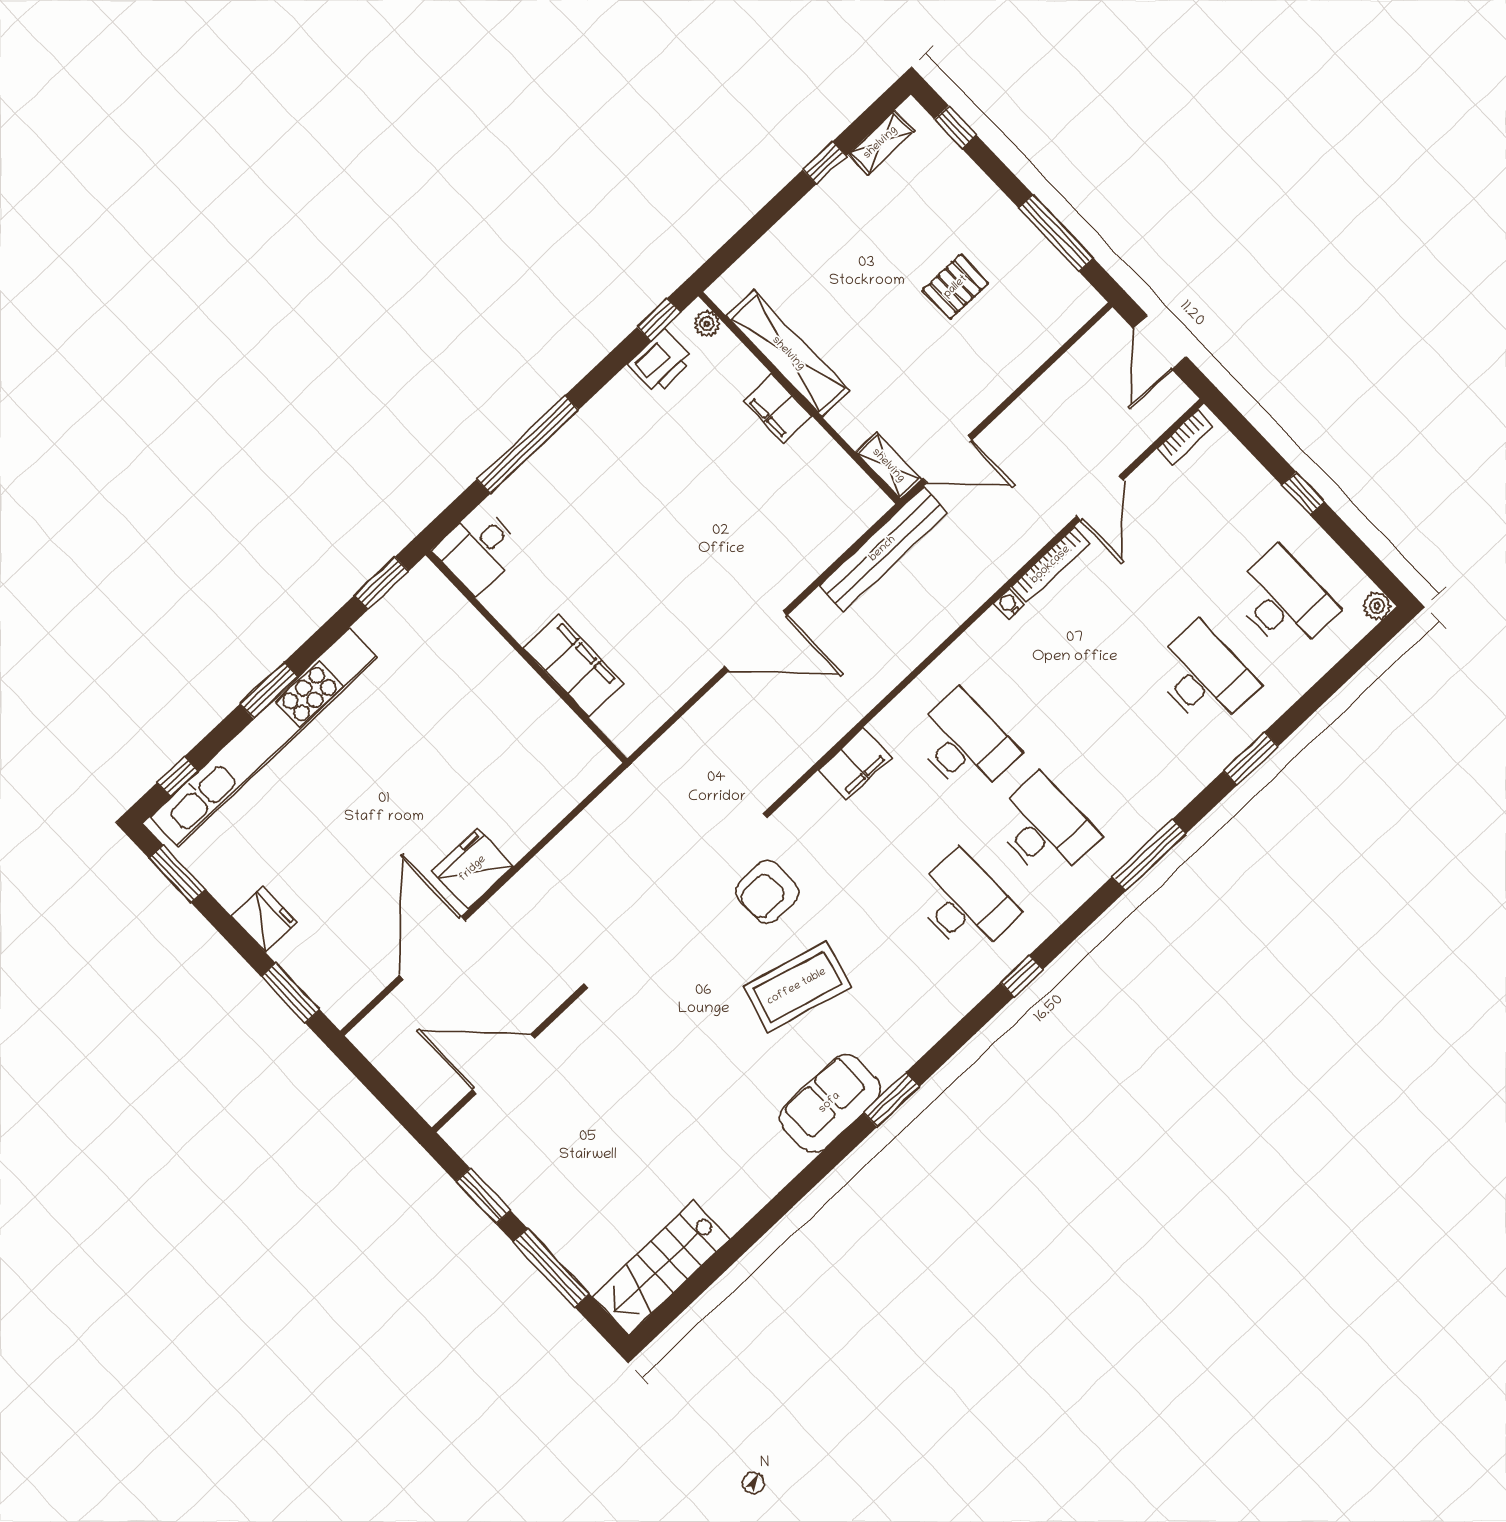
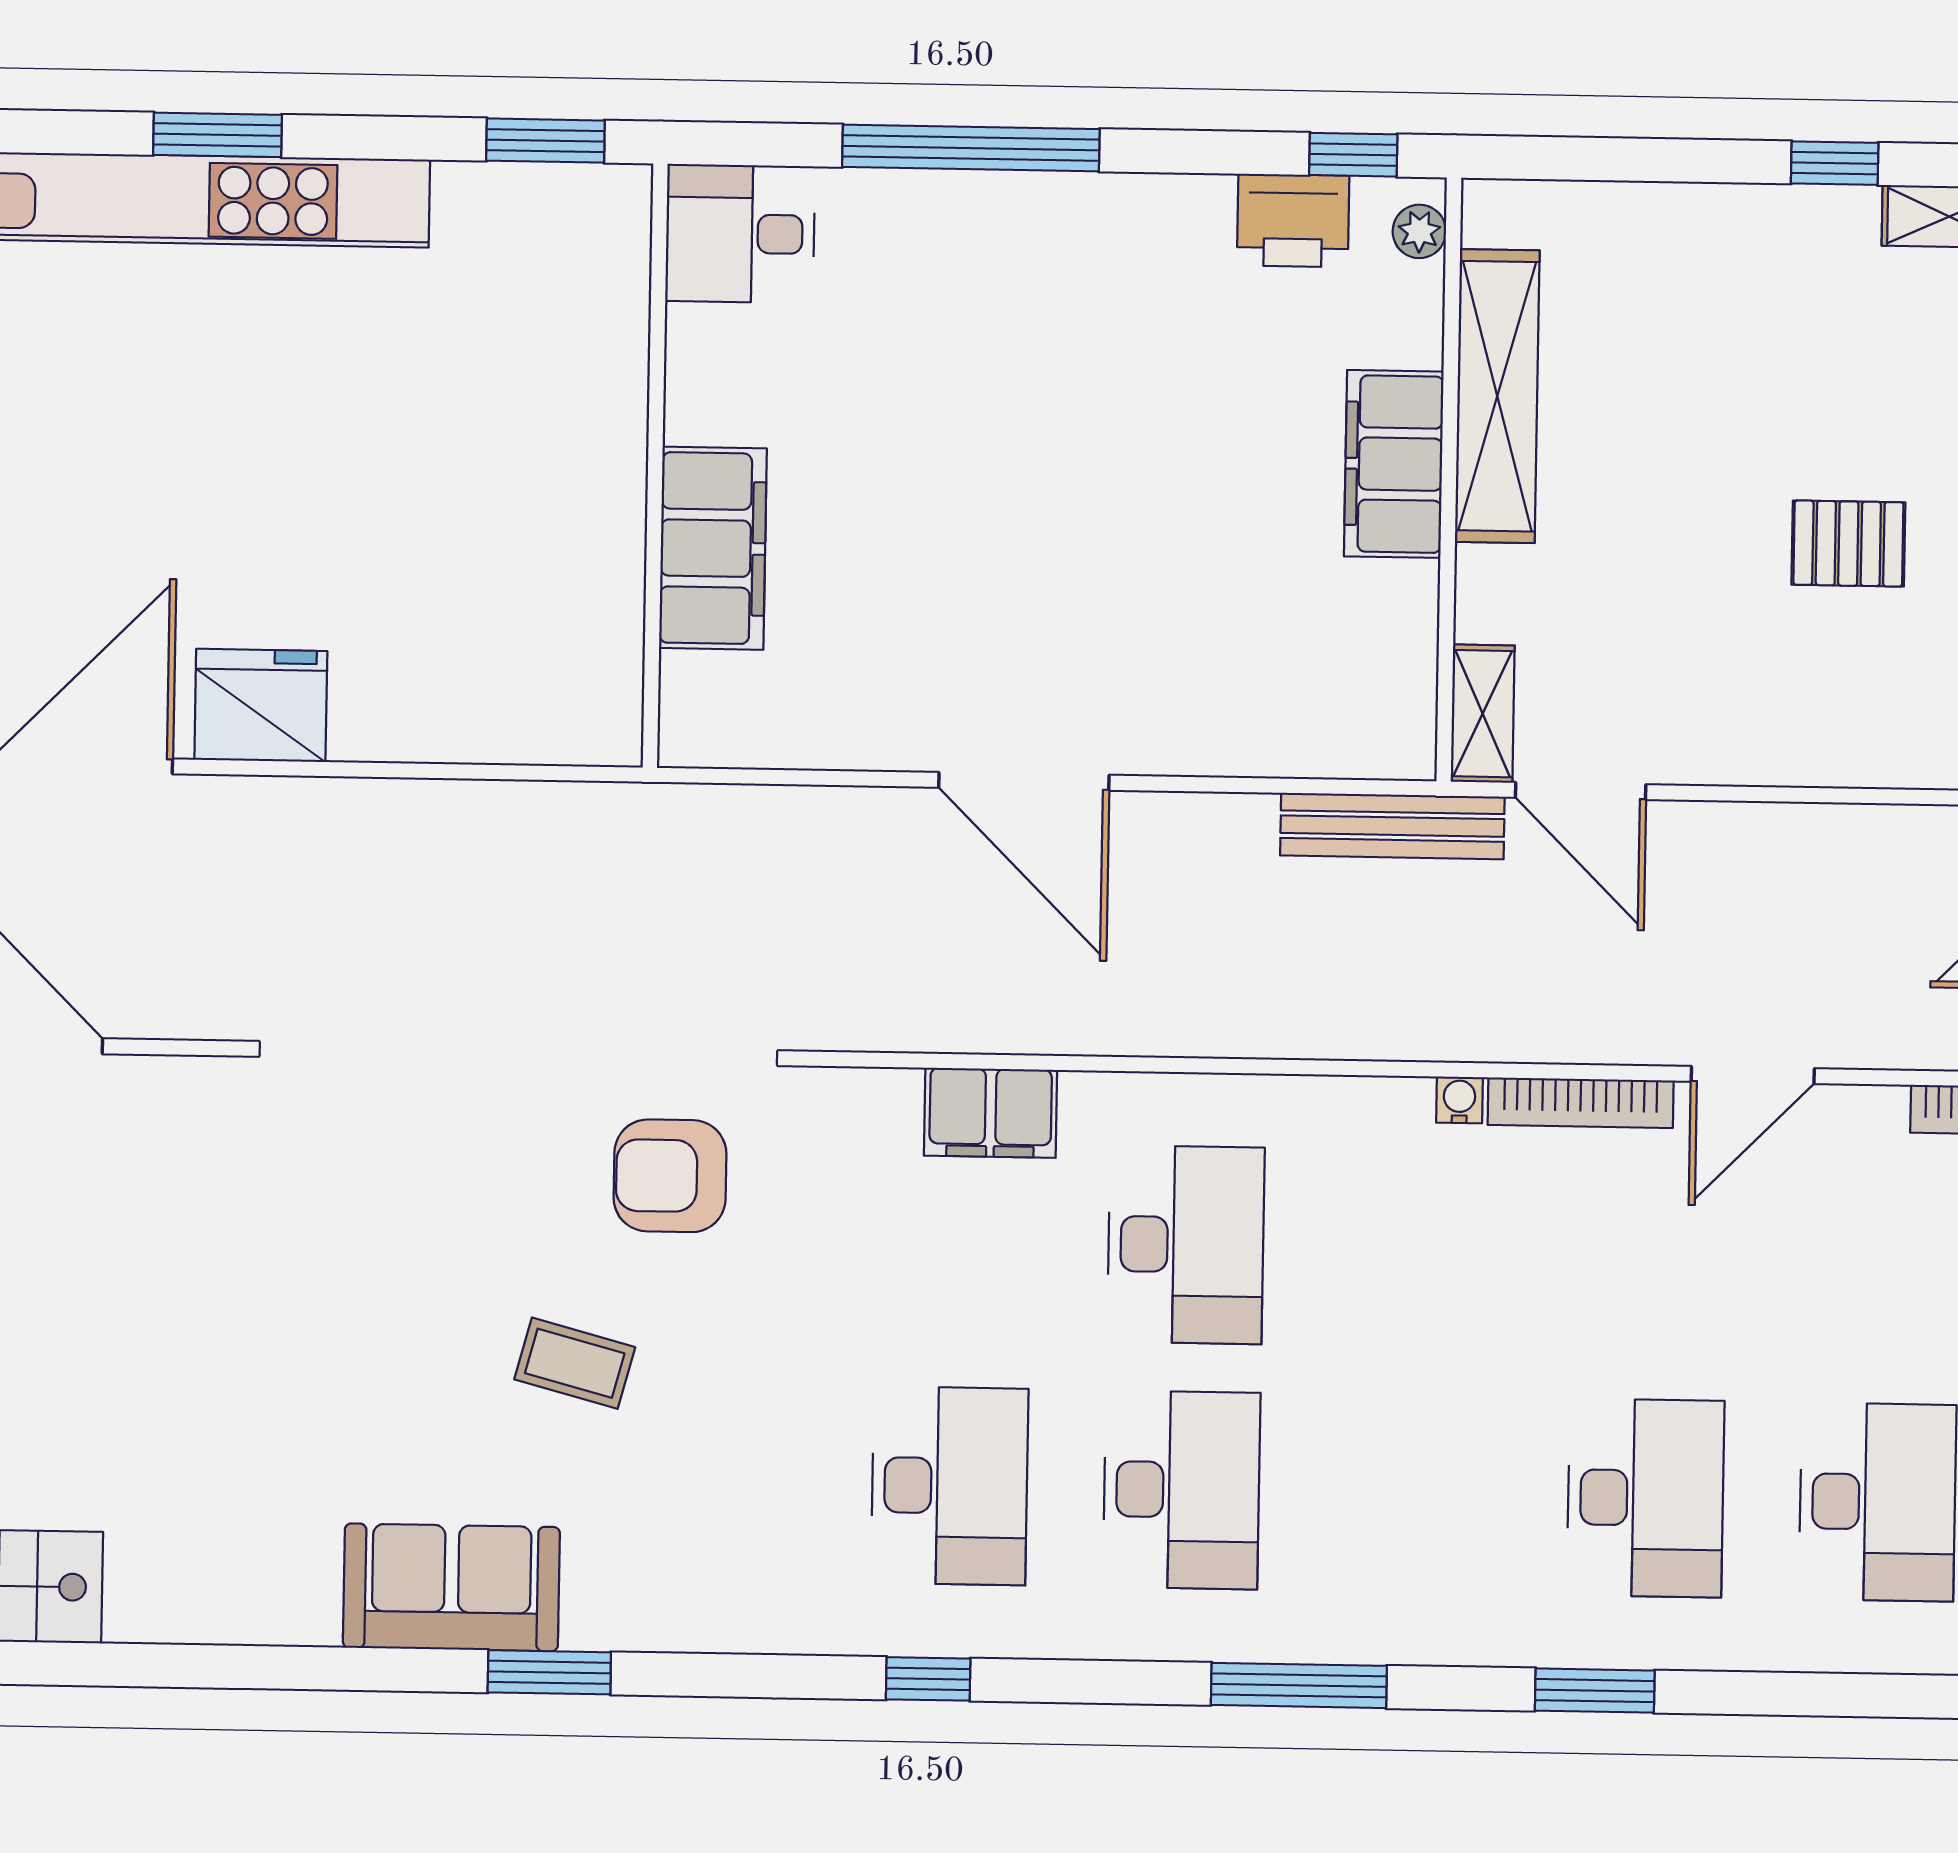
filing cabinet: (778, 409) -> (1394, 464), width x1.50, depth x1.17
bench: (883, 549) -> (1392, 826), width x0.73, depth x0.82
coffee table: (797, 987) -> (575, 1363), width x0.54, depth x0.58

